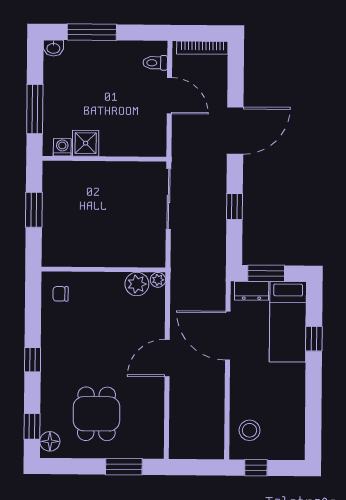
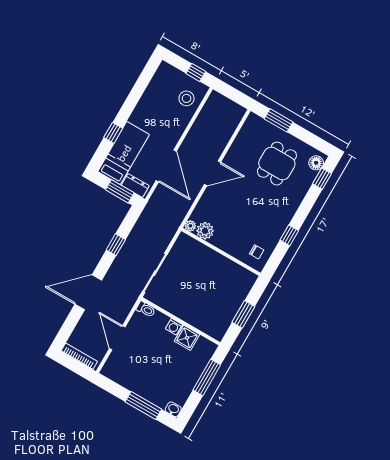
toilet: (155, 63) -> (146, 309), moved
washing machine: (62, 147) -> (174, 327), moved
window: (33, 360) -> (289, 235), moved

